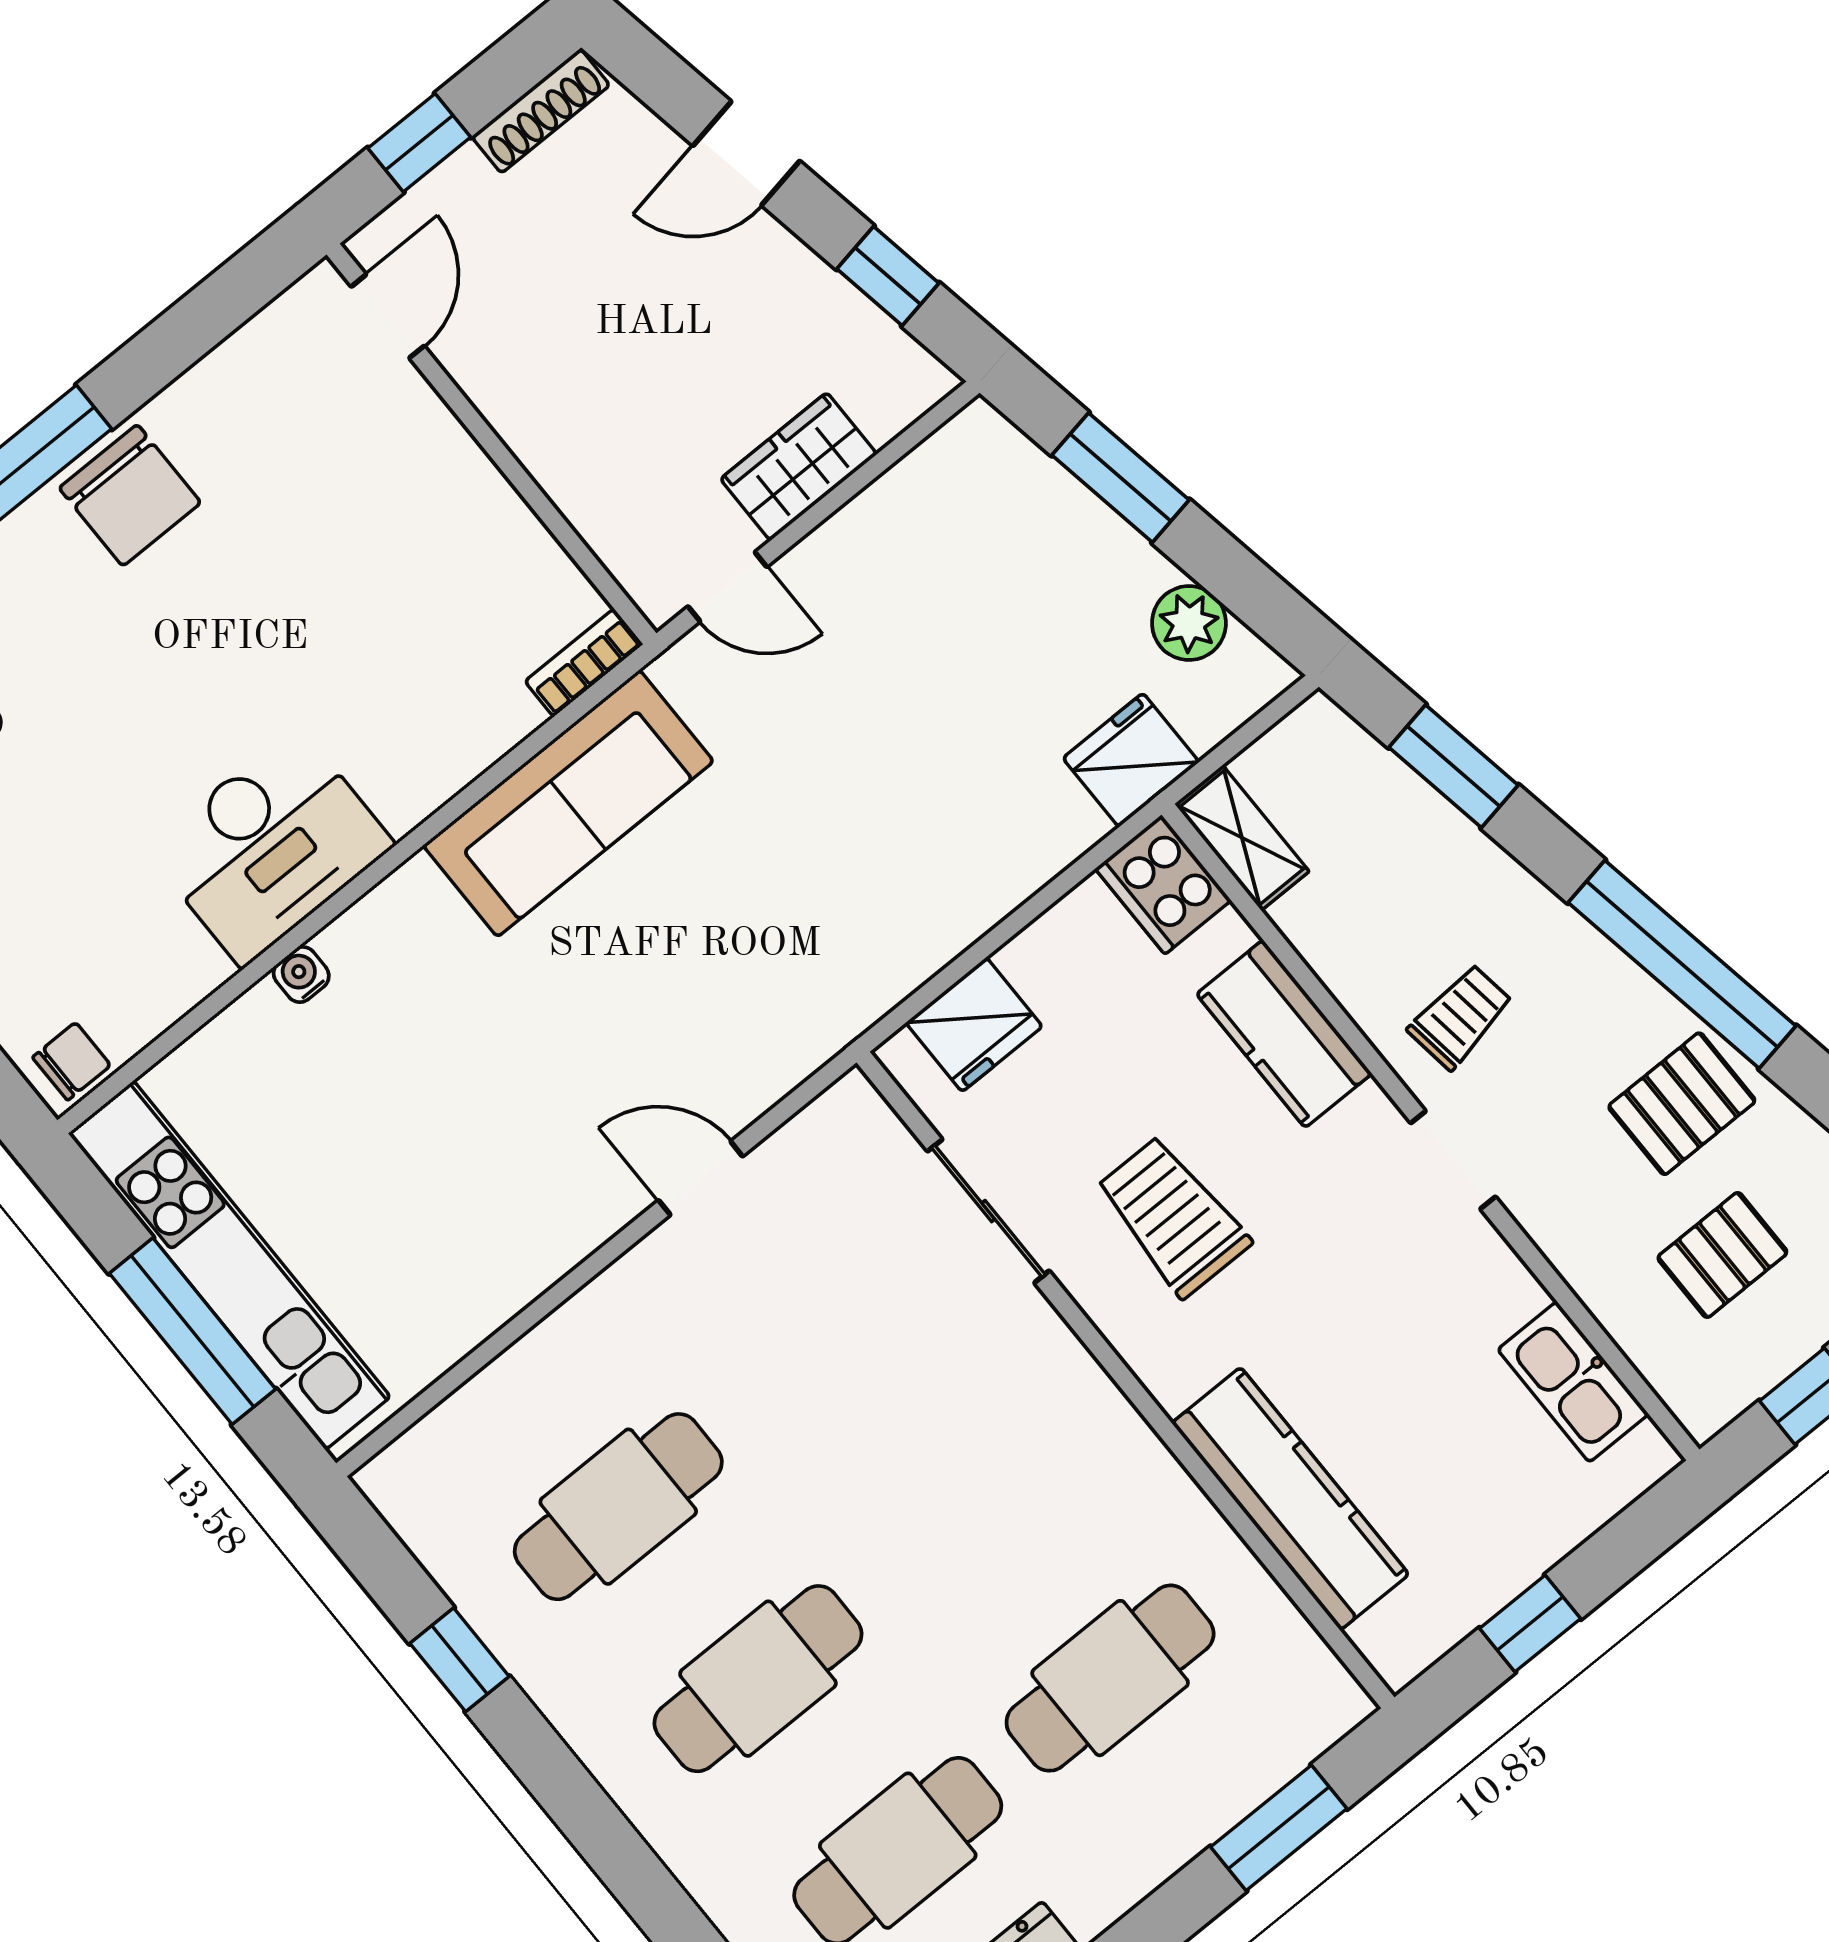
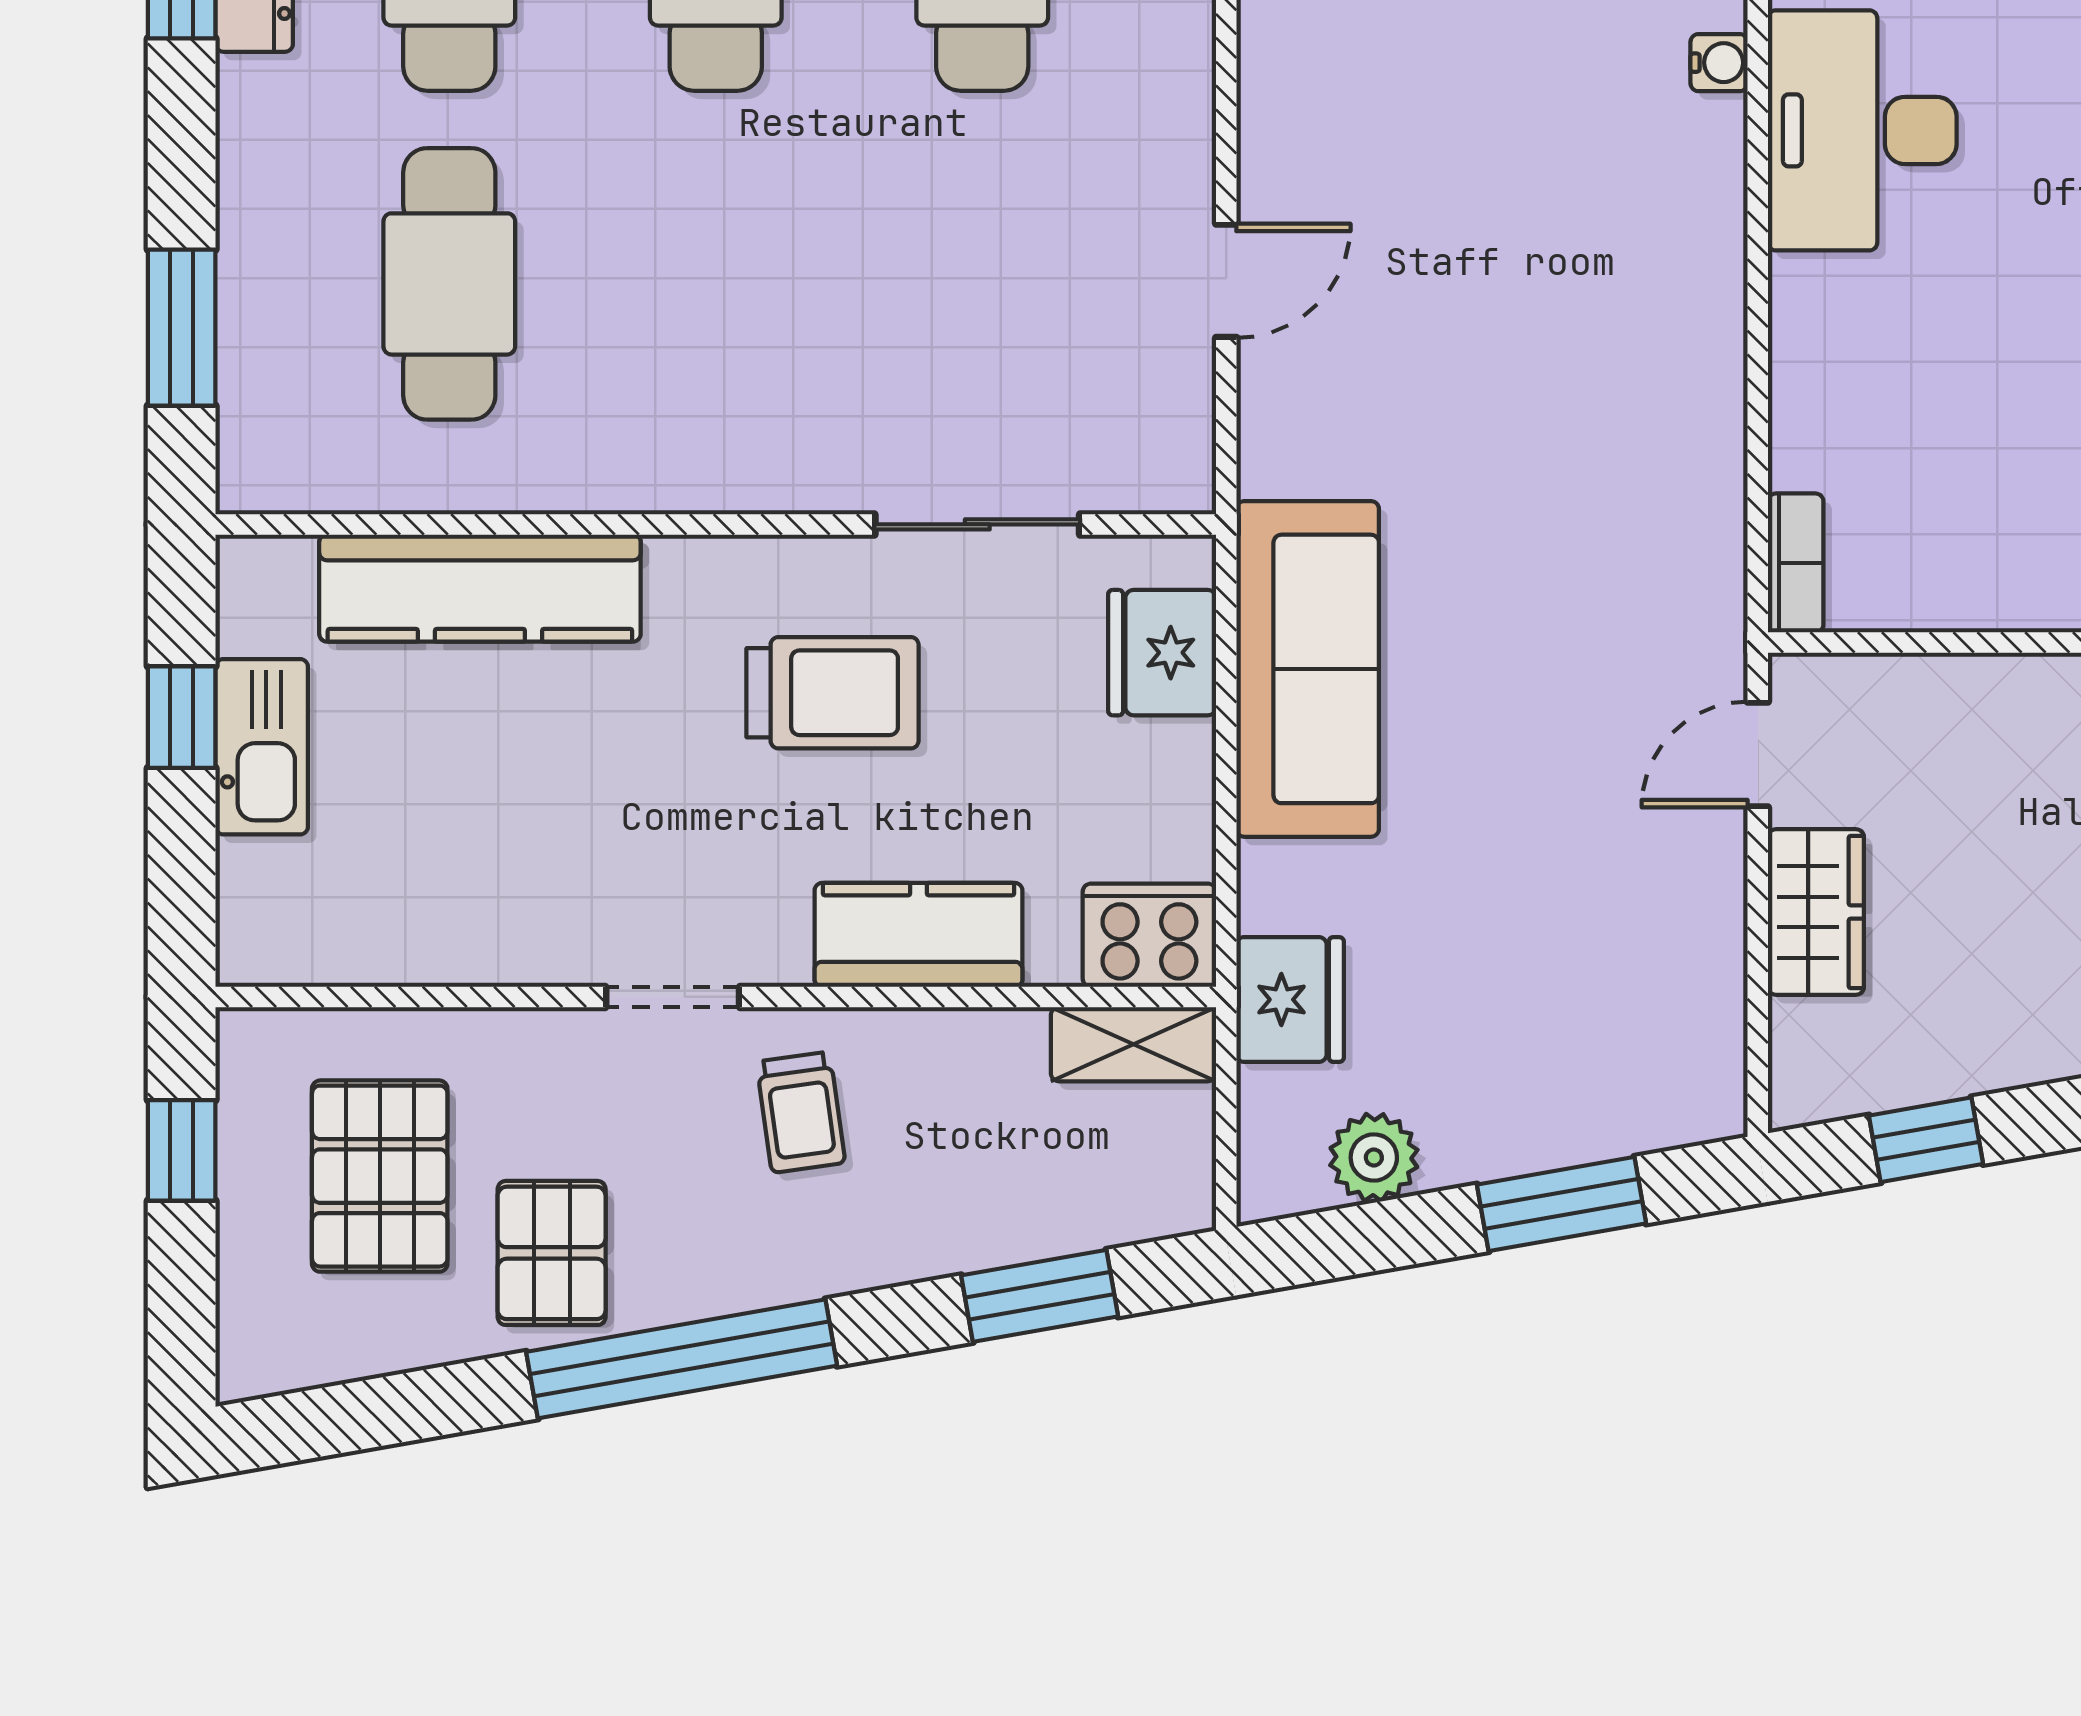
sofa: (568, 803) -> (1308, 669), moved, turned 180
pallet: (1722, 1255) -> (380, 1176), width x1.50, depth x1.42
kitchen sink: (1573, 1382) -> (262, 747), moved, turned 90

